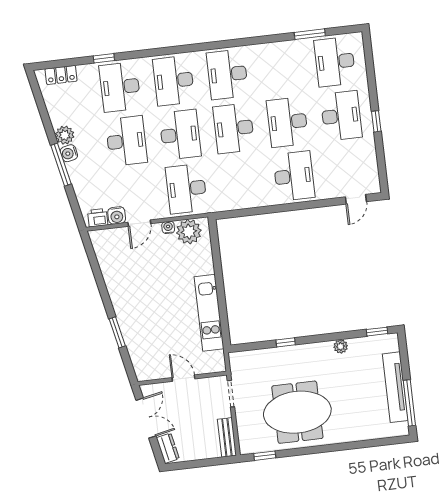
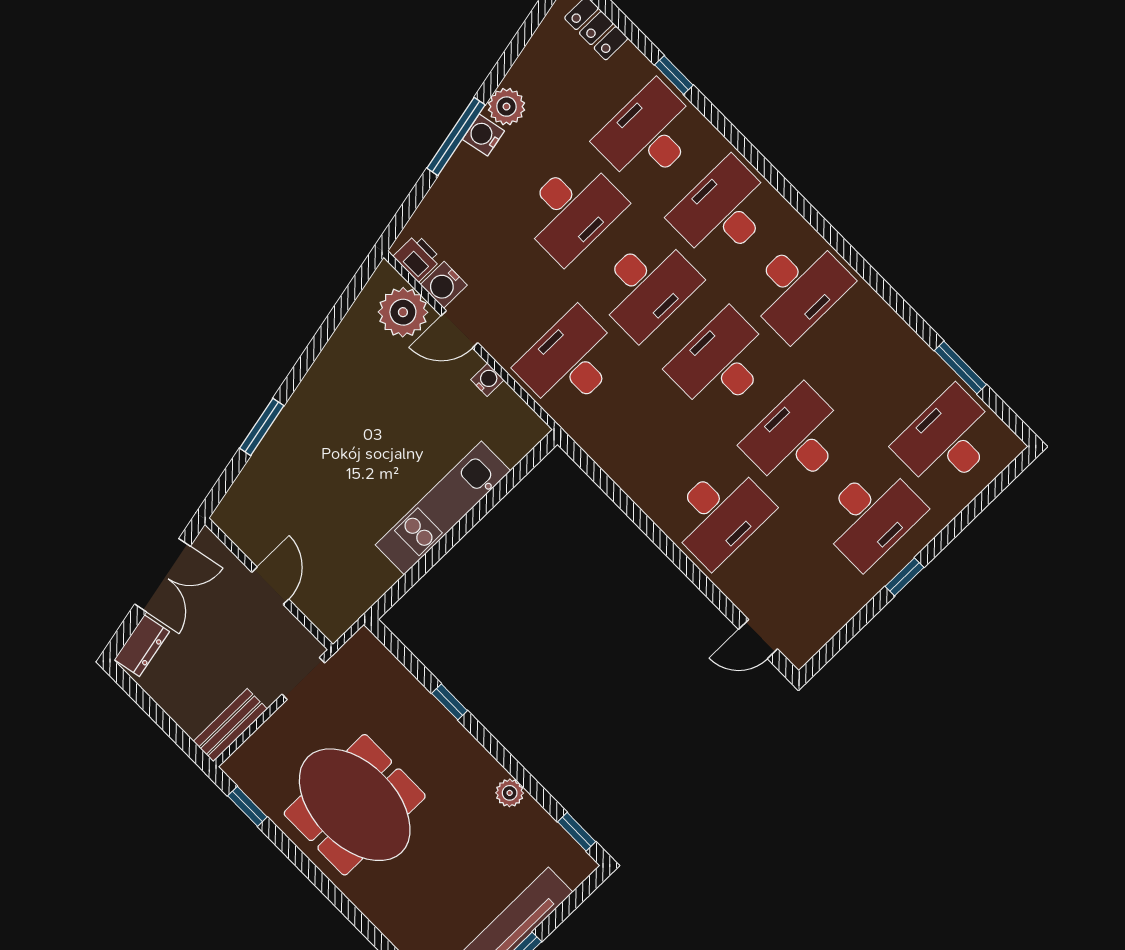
desk: (227, 74) -> (798, 287), turned 180
plant: (189, 232) -> (403, 312), moved
kitchen unit: (209, 313) -> (443, 508), moved

